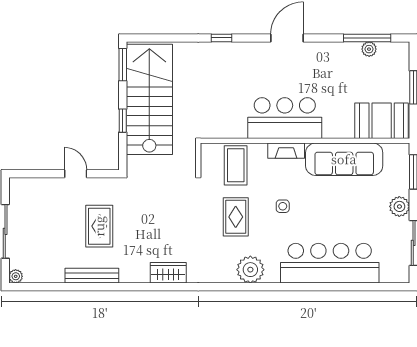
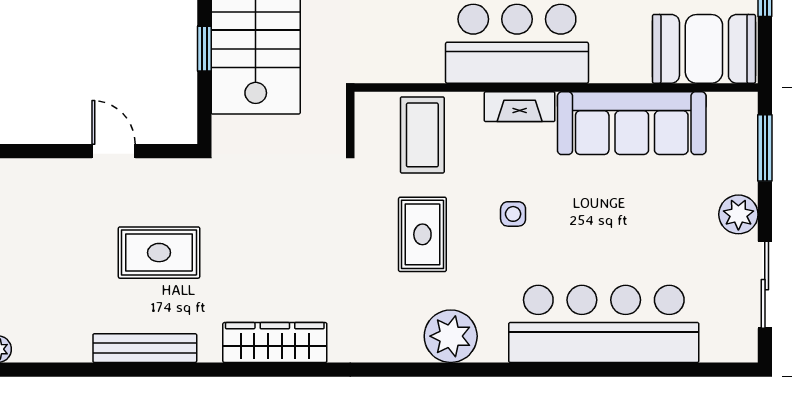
rug: (99, 226) -> (159, 253), turned 90
wardrobe: (168, 273) -> (275, 343), width x1.50

